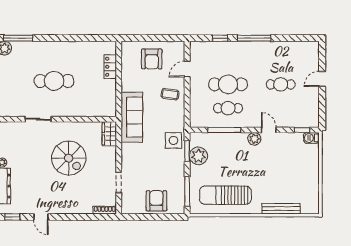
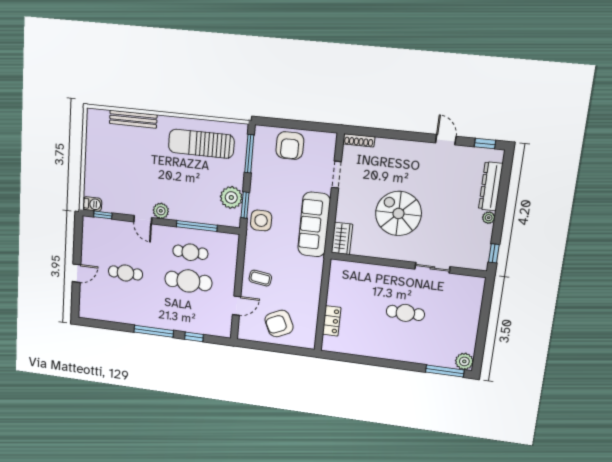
armchair: (152, 59) -> (279, 324), turned -115
cafe table: (54, 81) -> (405, 313), width x0.73, depth x0.74
sofa: (132, 117) -> (314, 225), moved
sun lounger: (225, 195) -> (201, 144), turned 180

